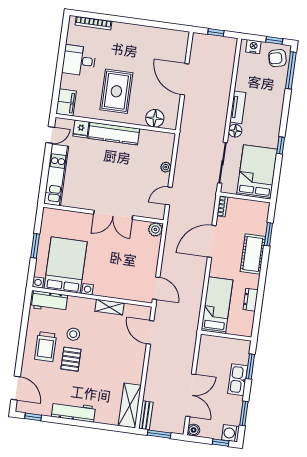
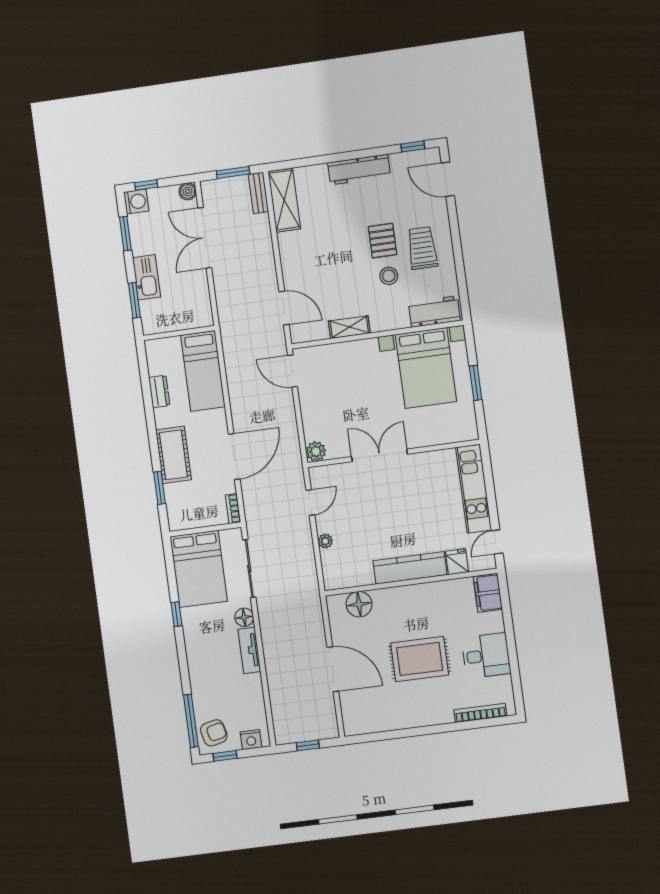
rug: (116, 91) -> (420, 659), moved, turned 90

